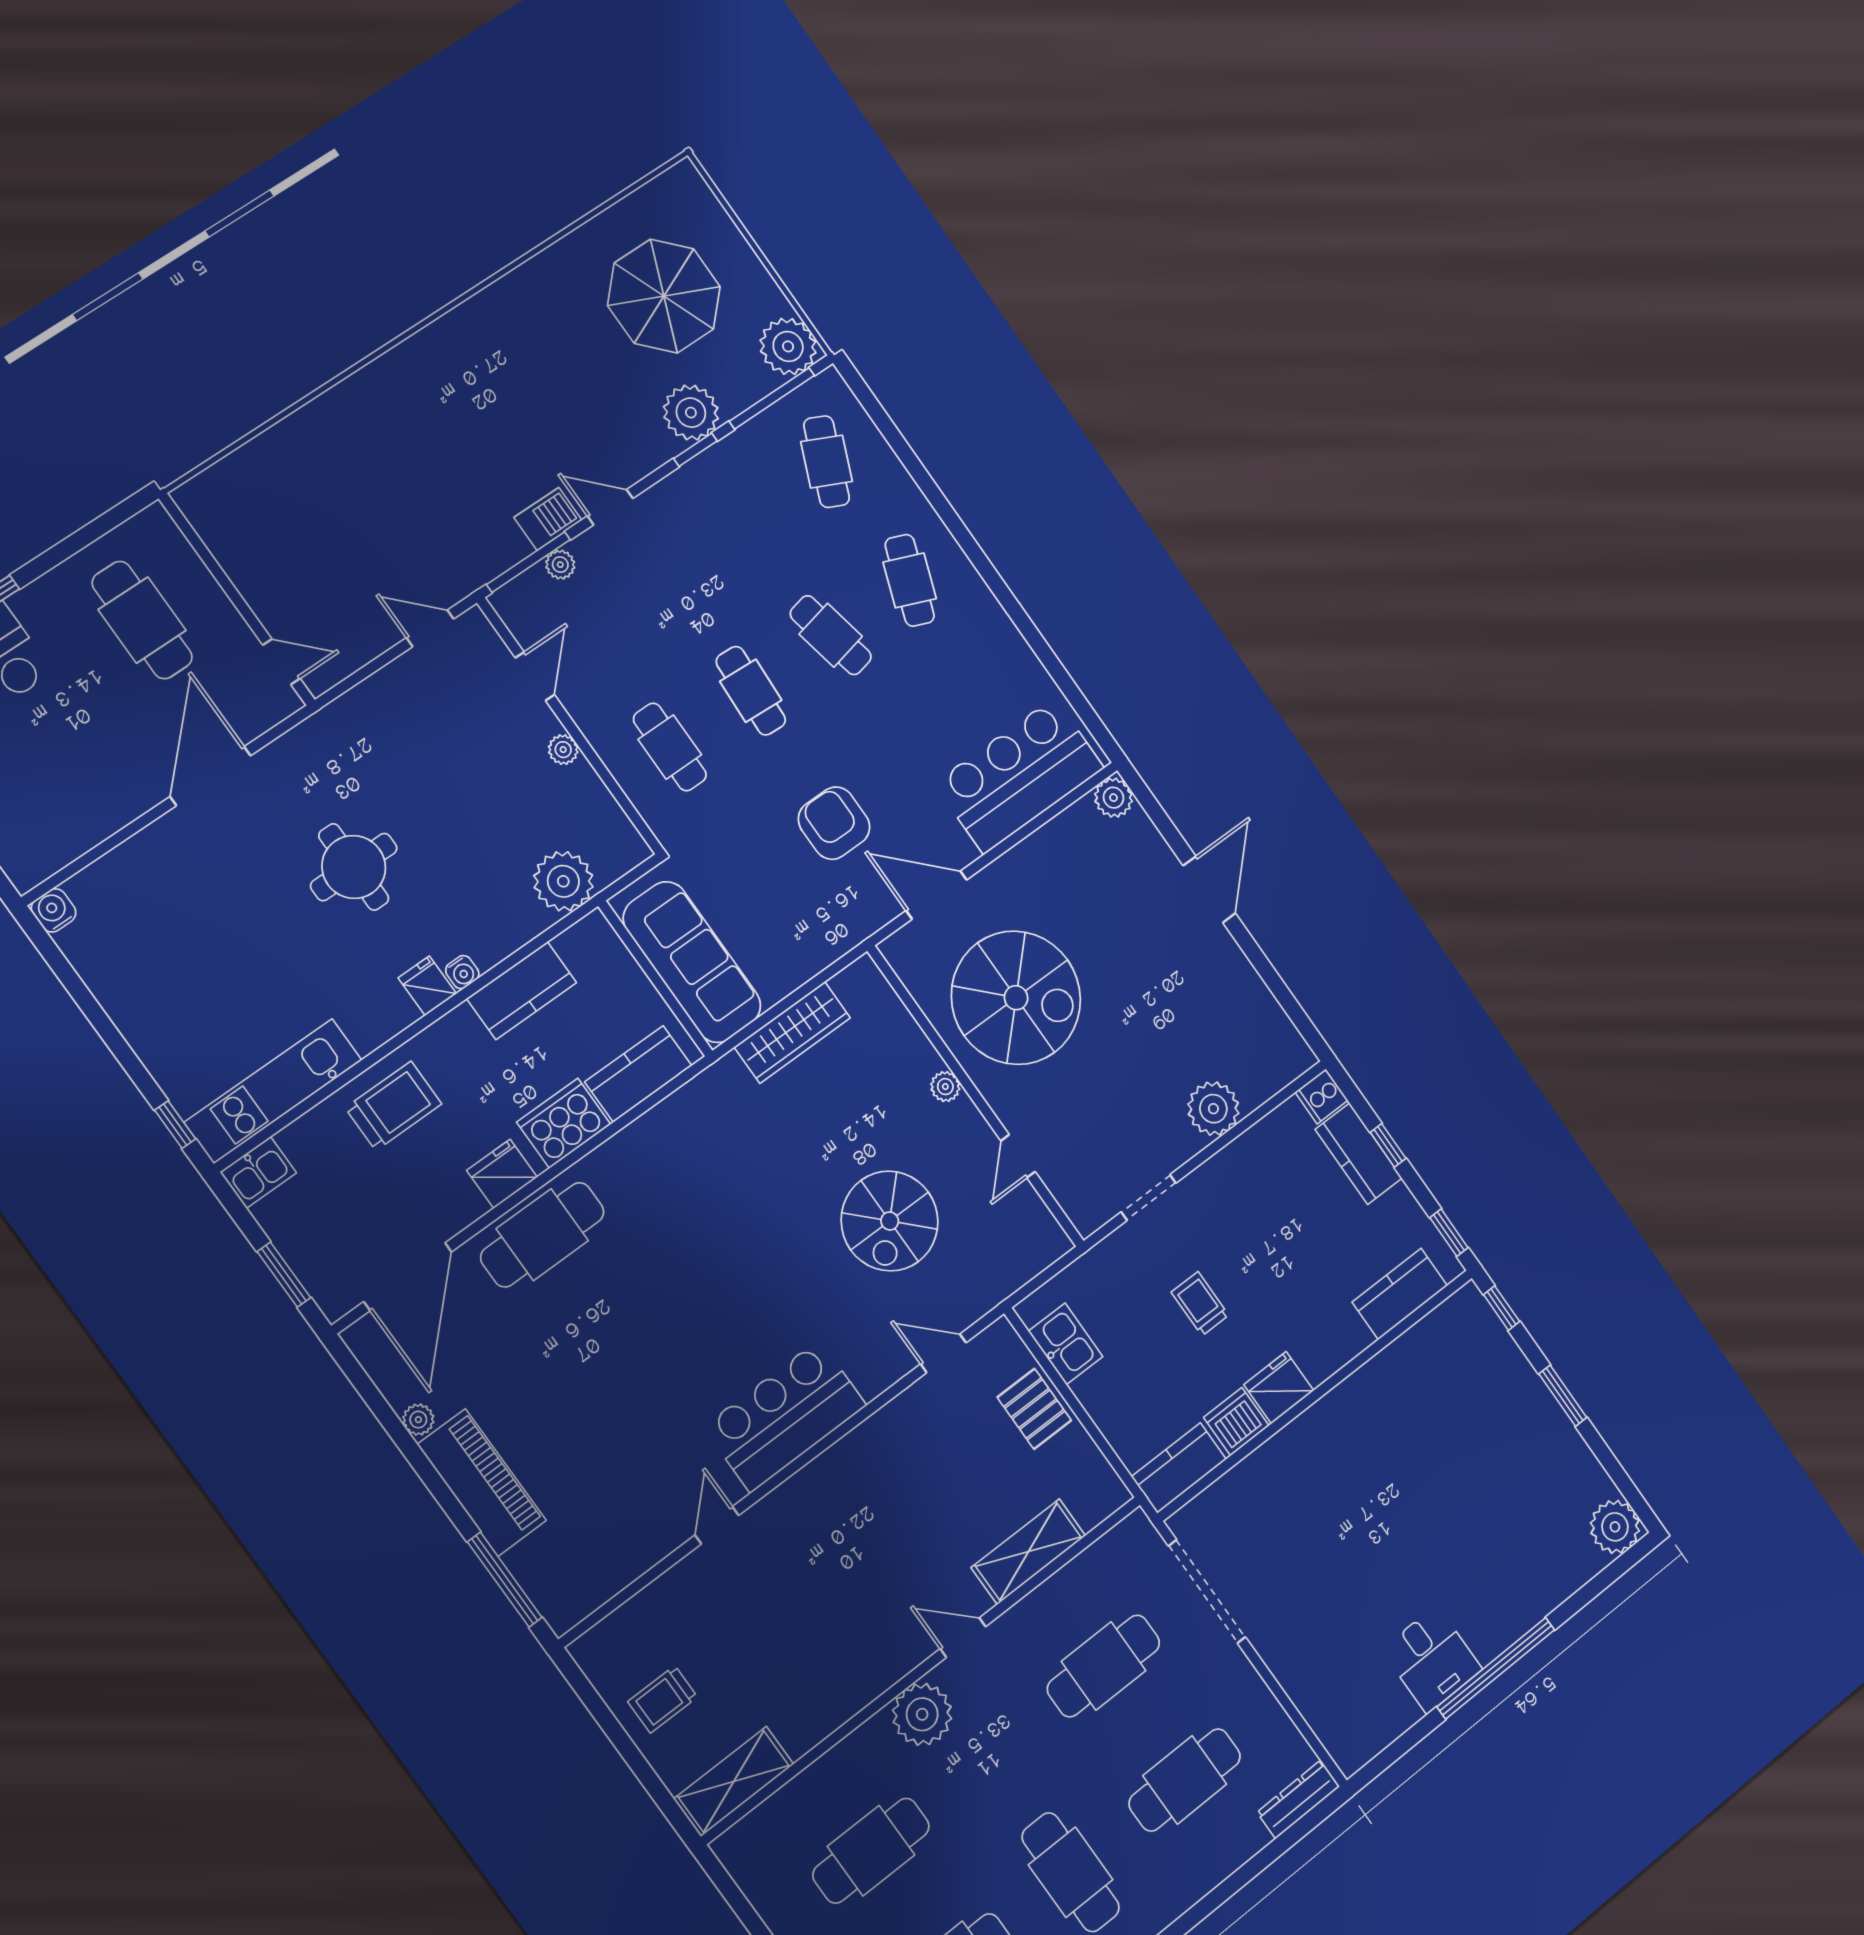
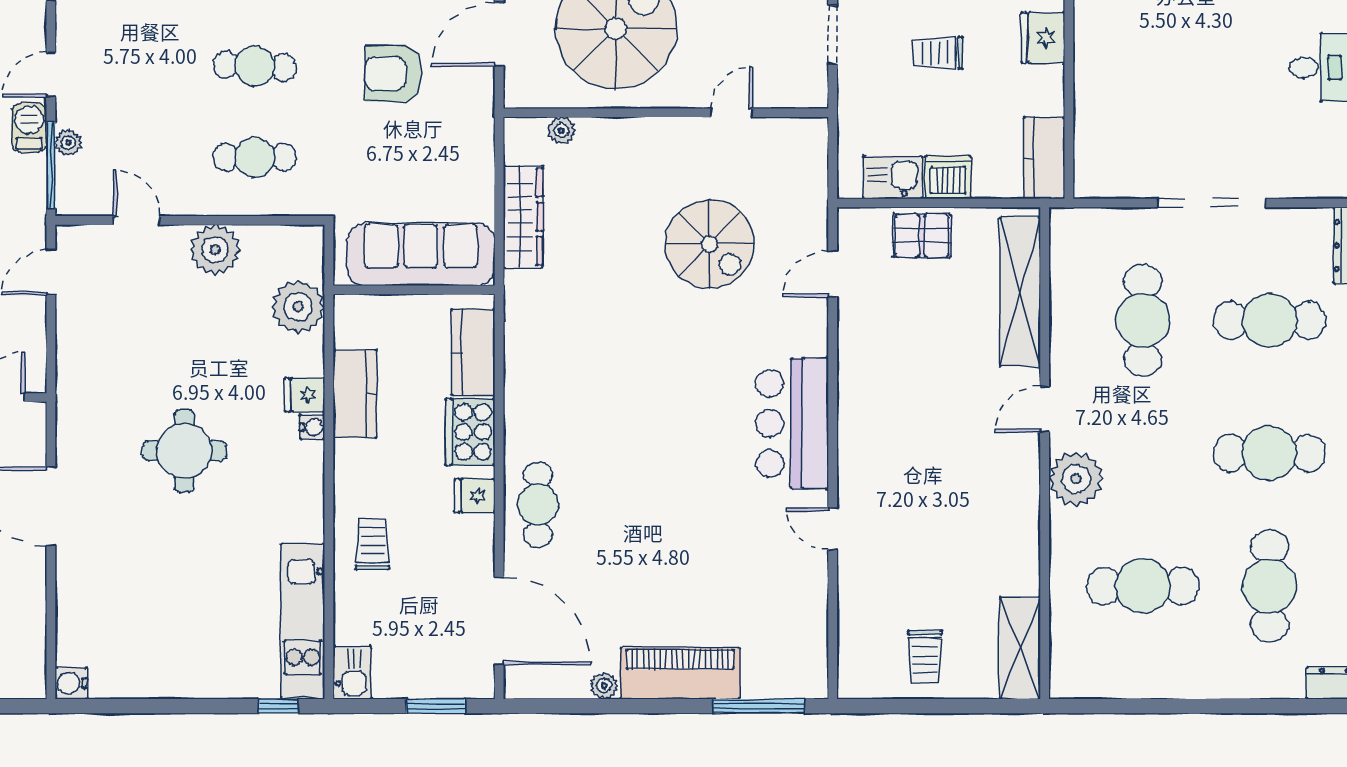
plant: (563, 750) -> (215, 250), width x1.88, depth x1.88
fridge: (427, 986) -> (305, 395), moved
plant: (945, 1087) -> (561, 130), moved
trolley: (394, 1106) -> (372, 544), width x0.73, depth x0.72
door: (1018, 1156) -> (732, 113), swing flipped
fridge: (502, 1174) -> (475, 496), width x0.72
cafe table: (542, 1235) -> (538, 505), width x0.73, depth x0.74
dishwasher: (1236, 1422) -> (948, 177), moved, turned 90
shelving: (1028, 1552) -> (1020, 292), width x1.47
doorway: (1207, 1591) -> (1211, 203), moved
cafe table: (1185, 1780) -> (1269, 320), turned 90
cafe table: (871, 1851) -> (1143, 586), turned 90

